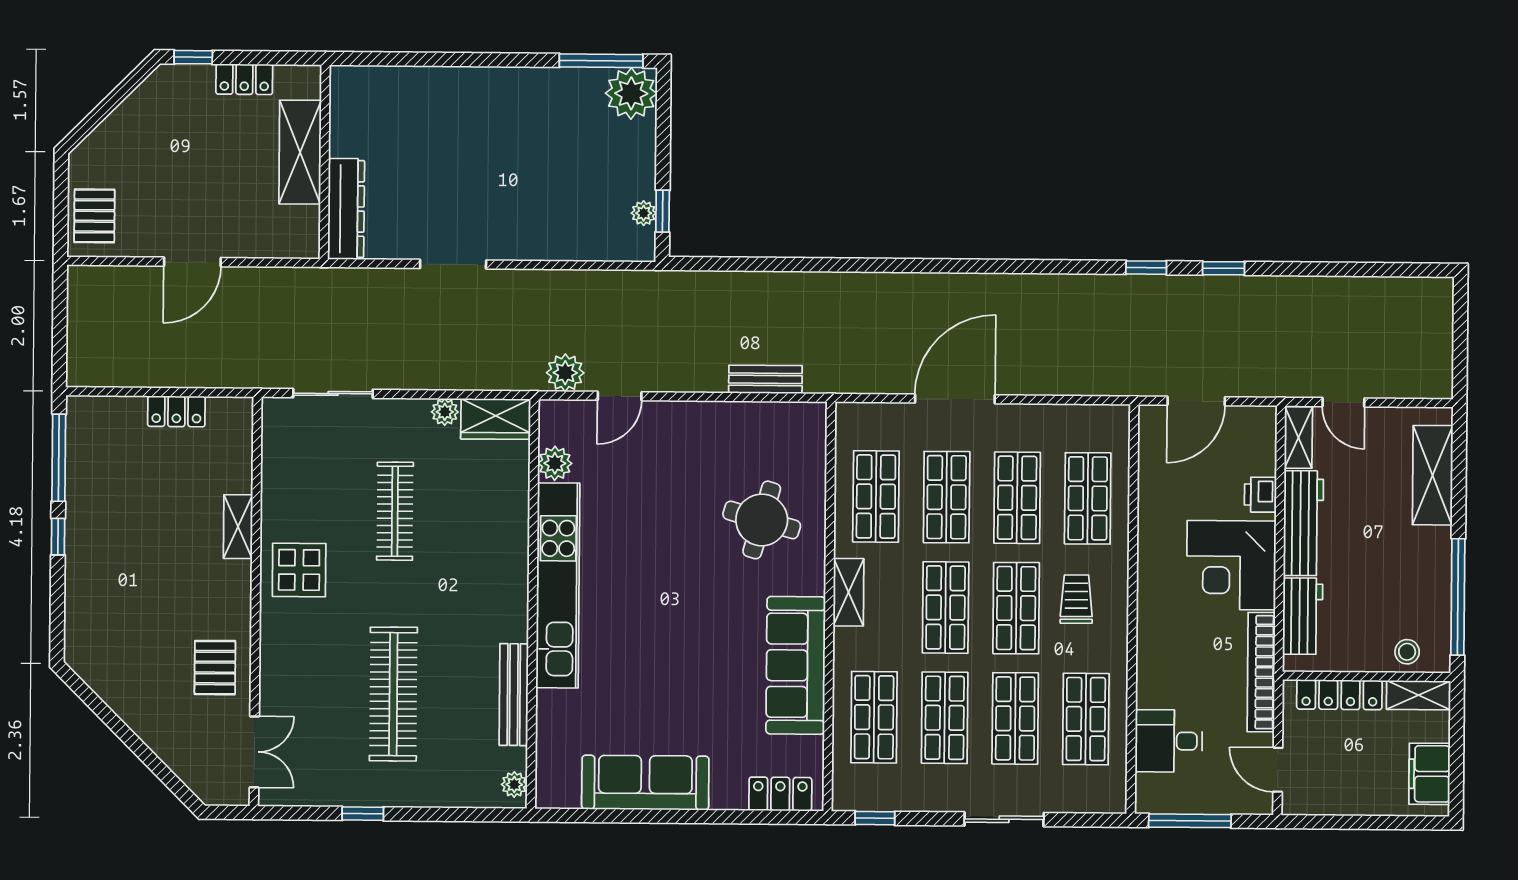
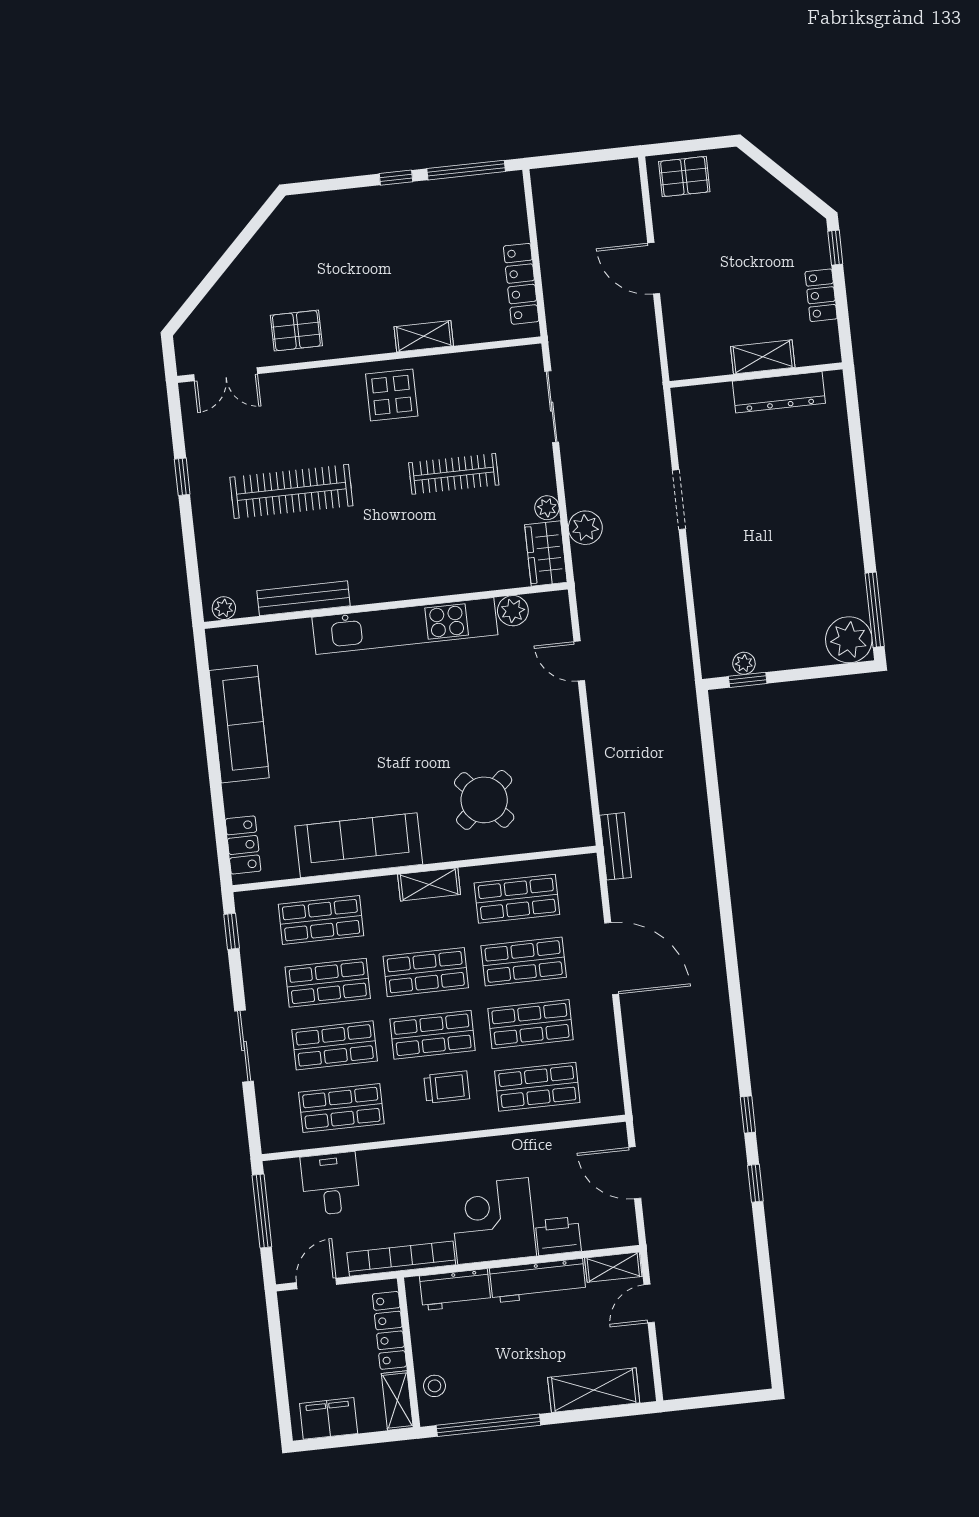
shelving: (300, 152) -> (763, 357), width x0.67, depth x0.75
dresser: (346, 209) -> (779, 392), moved
plant: (565, 373) -> (585, 528), moved
bench: (765, 379) -> (615, 846), moved
locker: (176, 411) -> (521, 284), width x1.53
printer: (1260, 495) -> (558, 1236), width x1.36, depth x1.24
round table: (762, 520) -> (484, 800), turned 32

